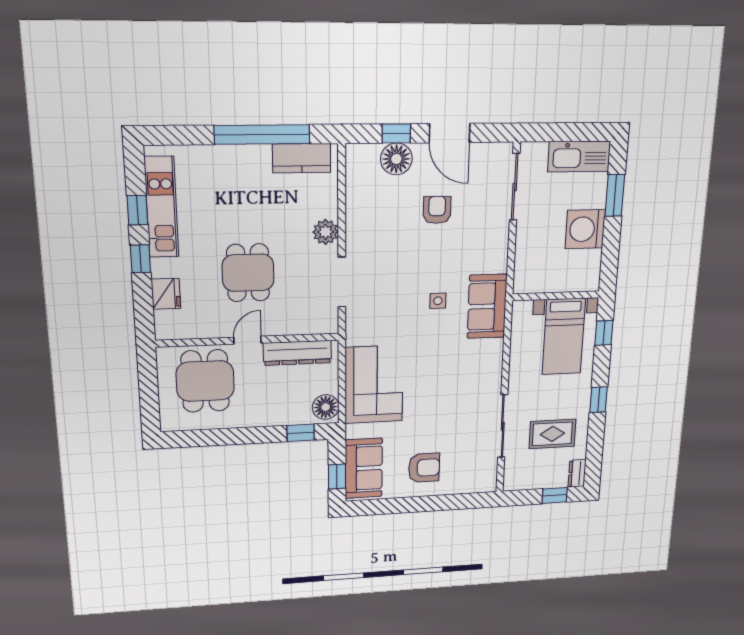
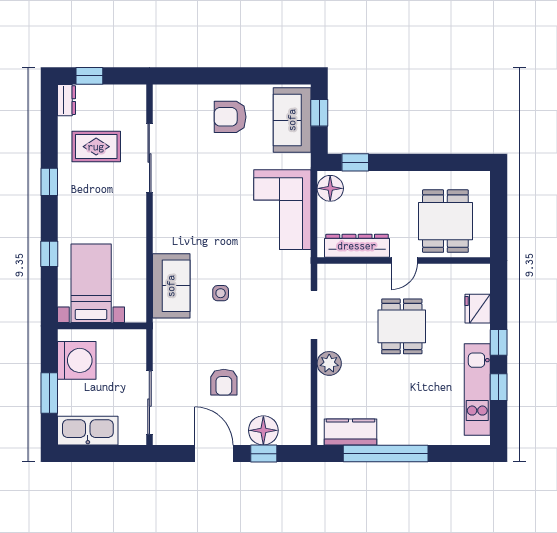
wall: (556, 296) -> (102, 326), moved
bed with nightstands: (564, 337) -> (91, 283), moved

